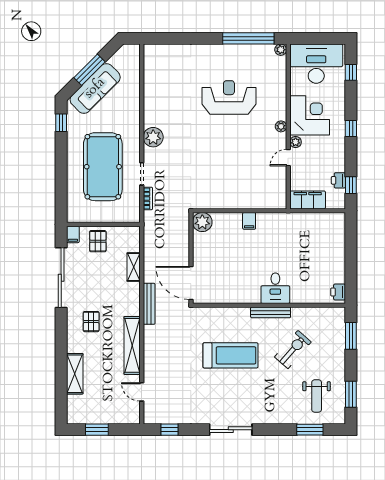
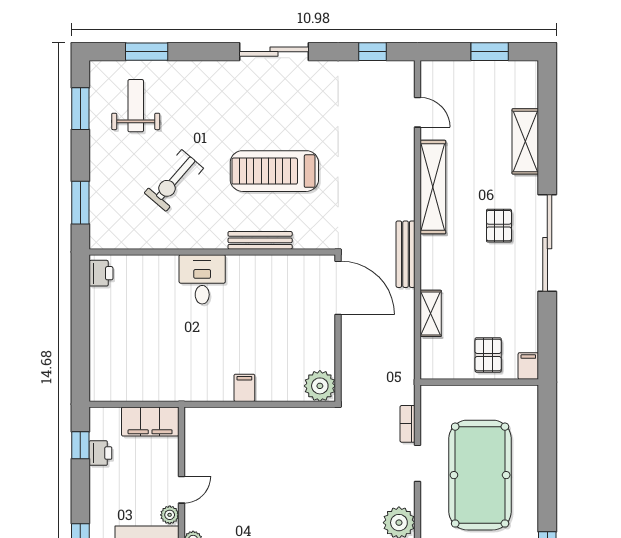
sliding door: (61, 278) -> (547, 243), moved
bench: (271, 312) -> (260, 240), moved

